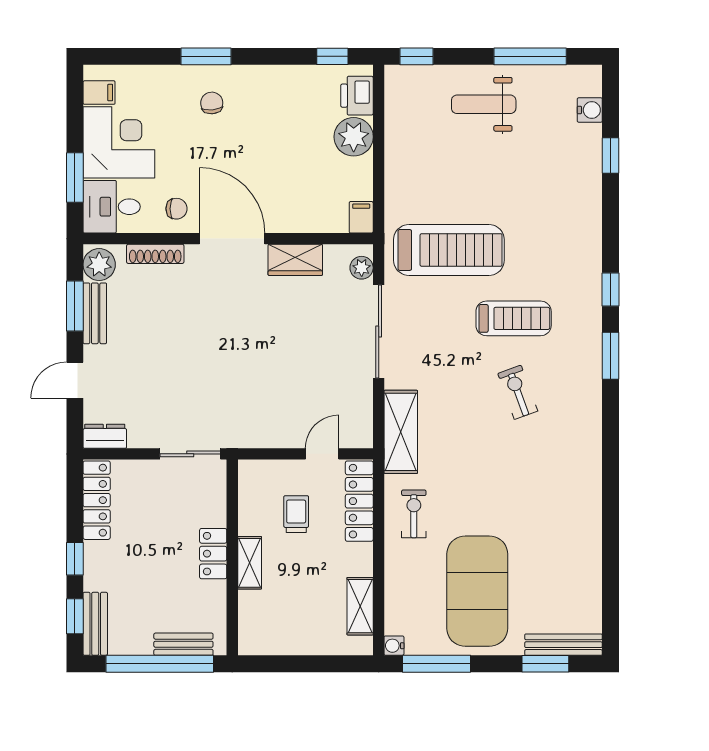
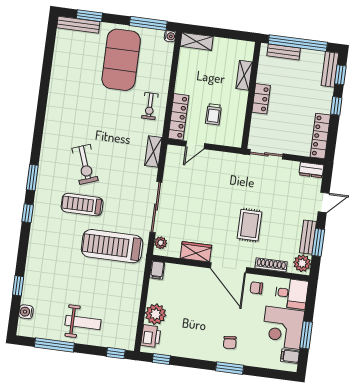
window: (75, 178) -> (306, 335), moved
rug: (204, 321) -> (250, 225), added
exercise bike: (518, 392) -> (85, 164), width x1.38, depth x1.39
shelving: (401, 432) -> (153, 152), width x0.67, depth x0.75
shelving: (250, 563) -> (244, 75), moved
shelving: (360, 606) -> (197, 41), moved, turned 90

